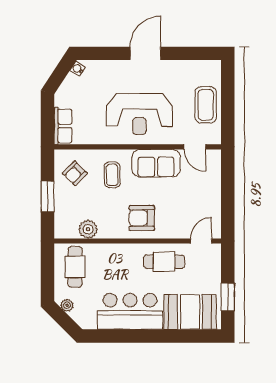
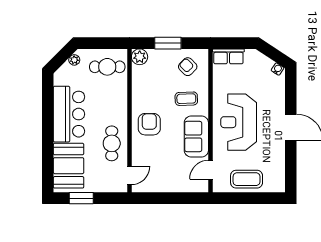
plant: (88, 229) -> (140, 57), moved
door: (201, 241) -> (129, 175), hinge flipped

